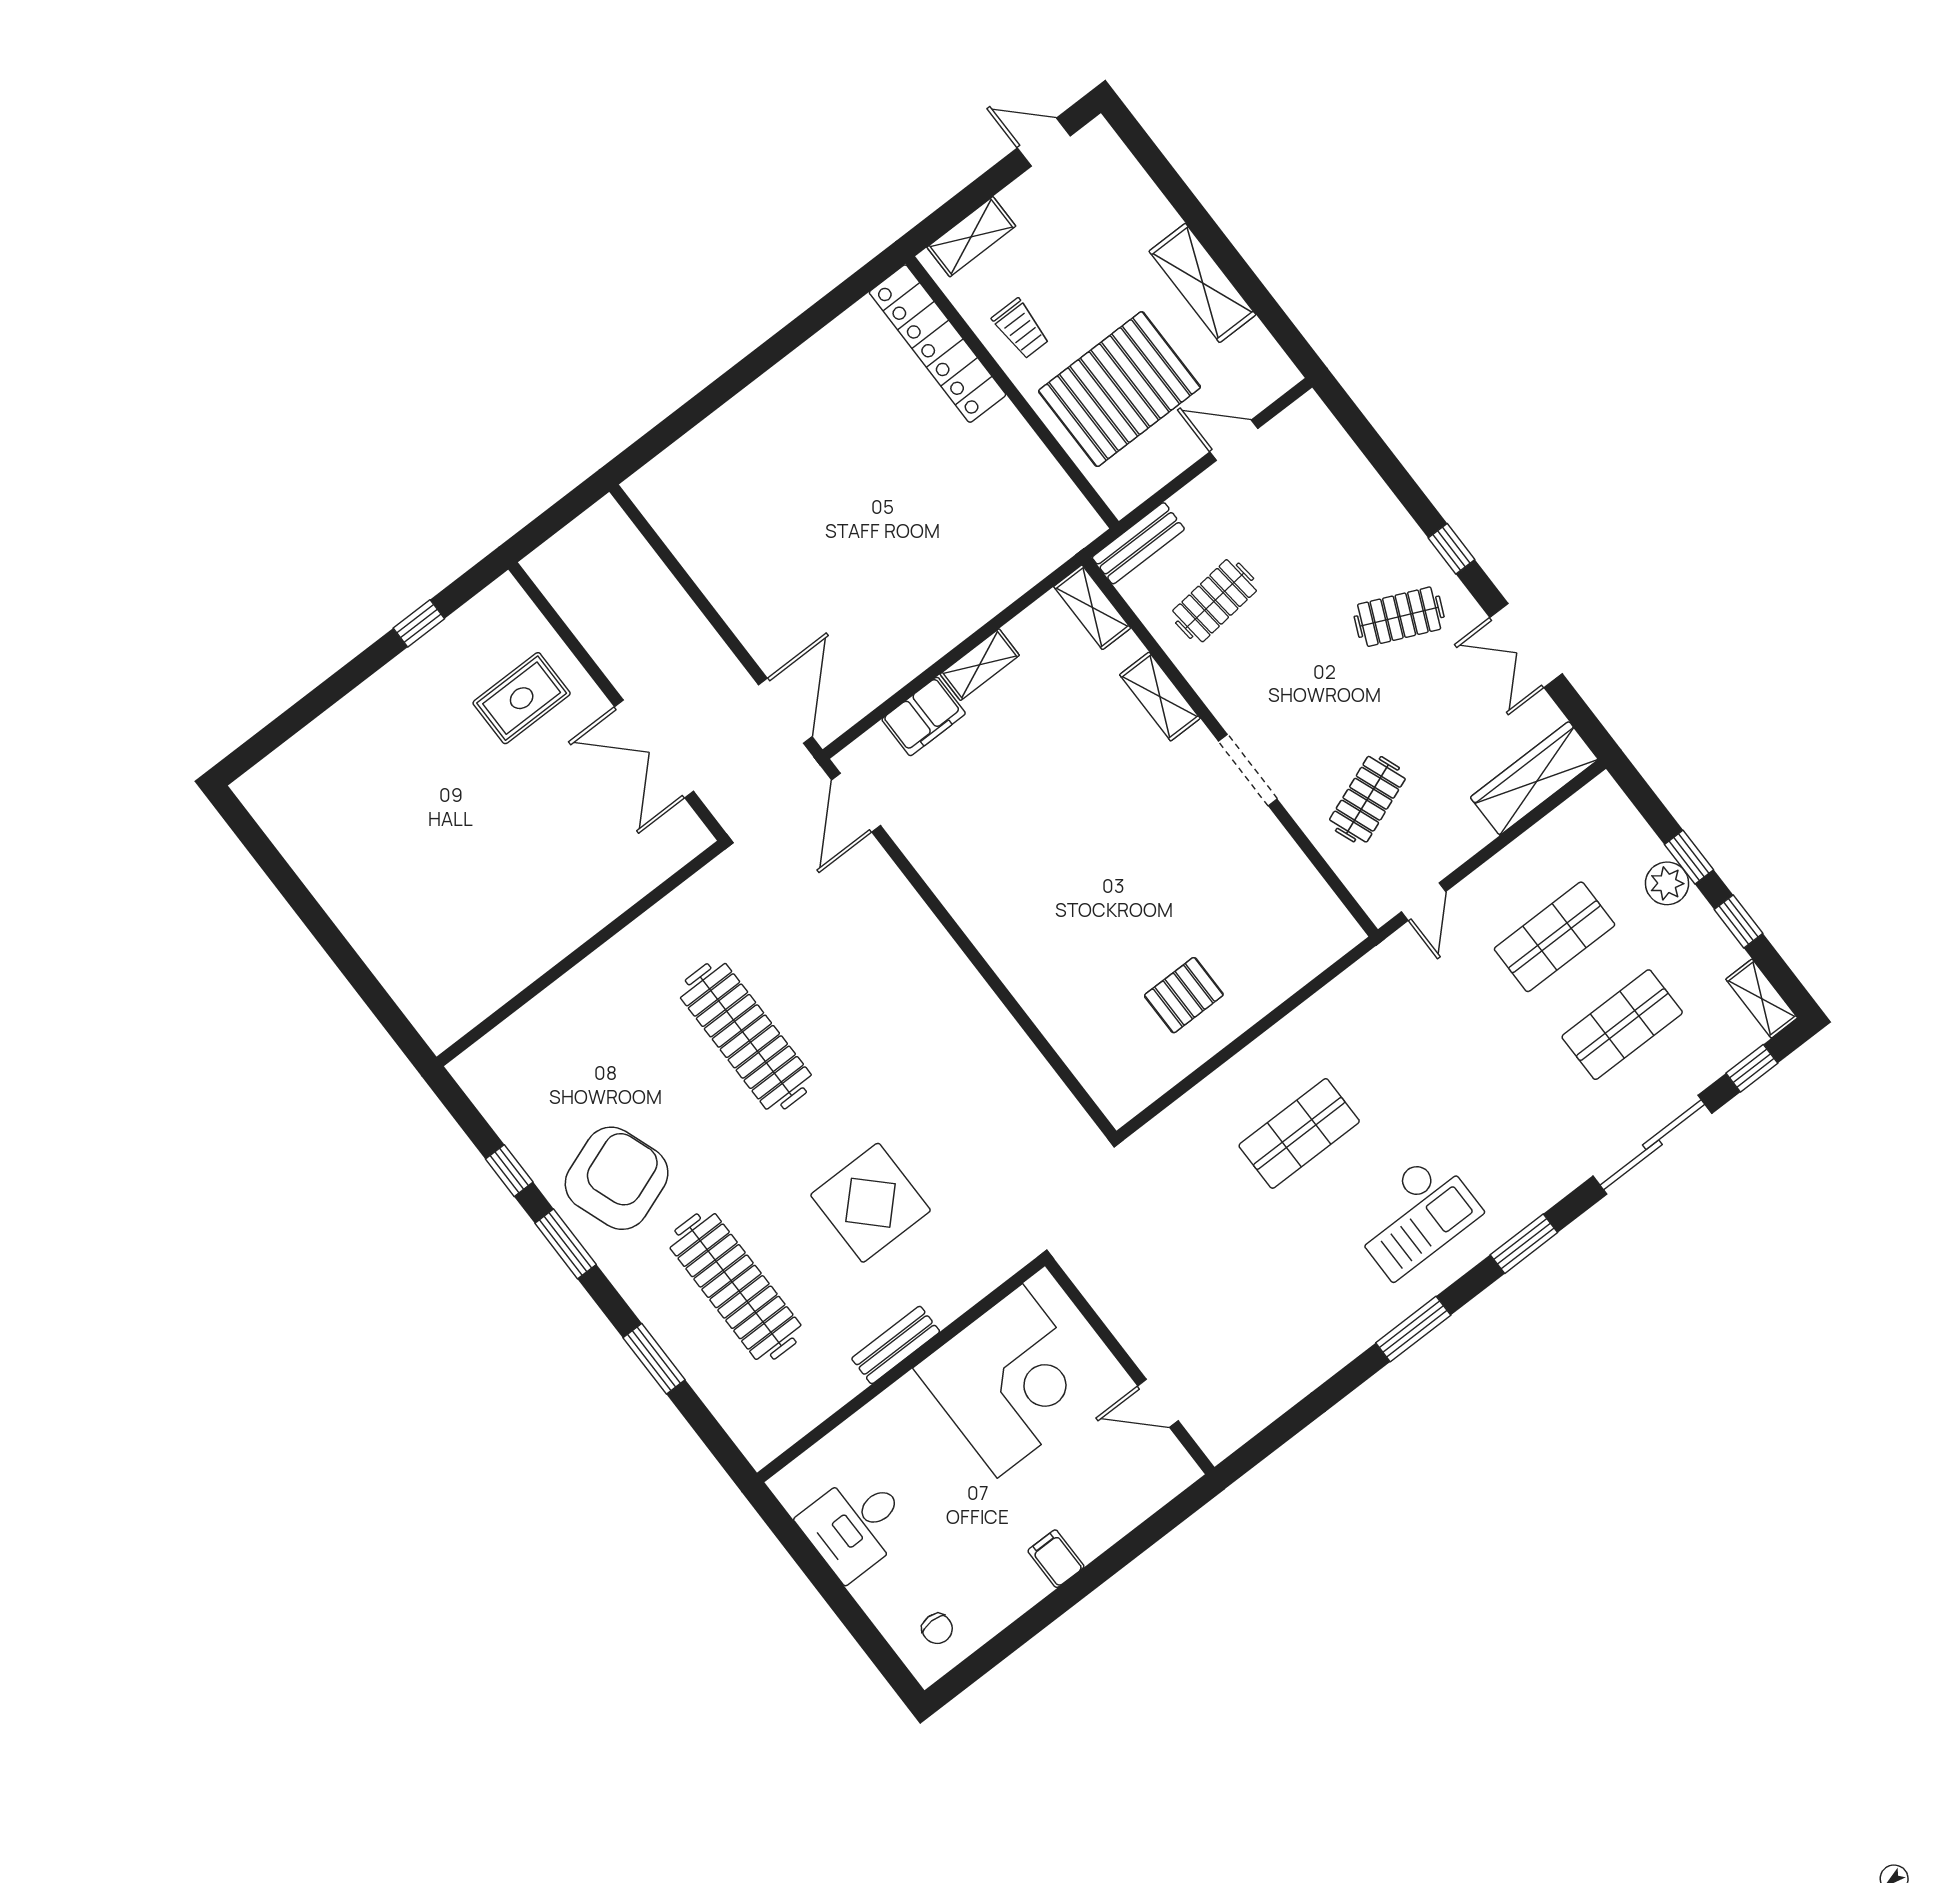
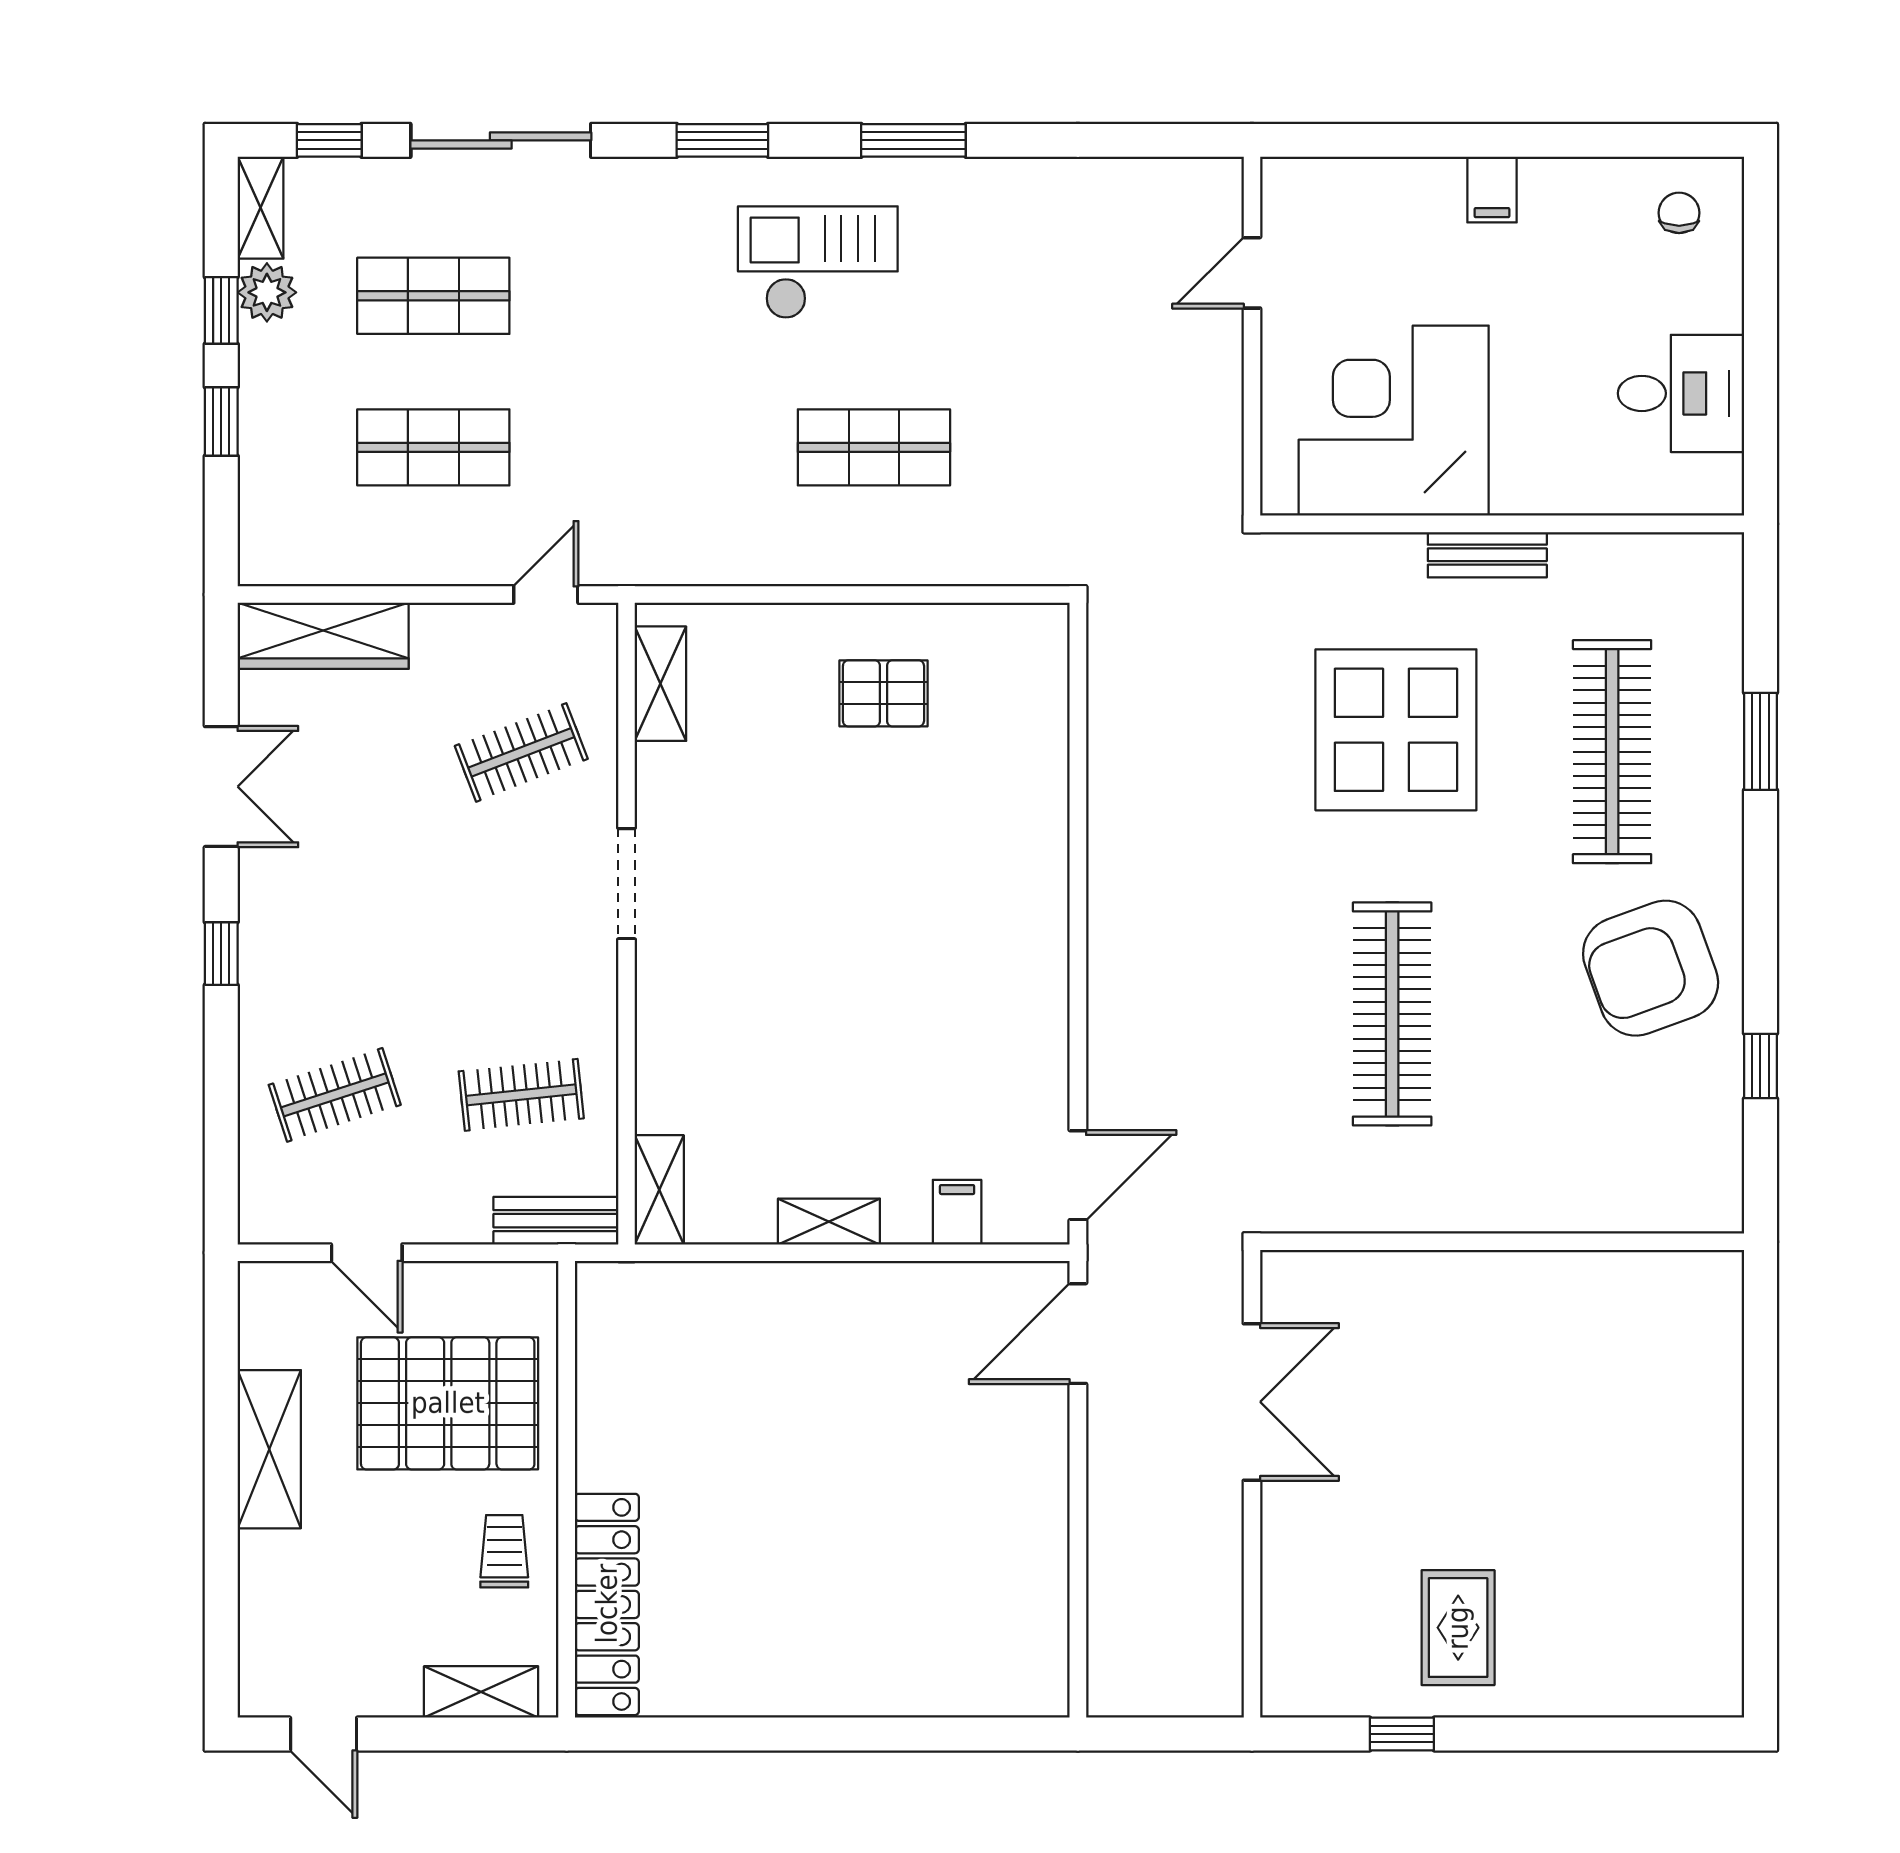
clothes rail: (1399, 617) -> (335, 1095), moved, turned -42
shelving: (1160, 697) -> (660, 684), moved
rug: (522, 698) -> (1458, 1628), moved, turned 90
filing cabinet: (924, 716) -> (957, 1212), width x0.50
plant: (1667, 883) -> (267, 292), moved
display table: (871, 1203) -> (1396, 730), width x1.36, depth x1.36
window: (566, 1244) -> (1760, 940), removed
door: (1158, 1403) -> (1252, 273), swing flipped

